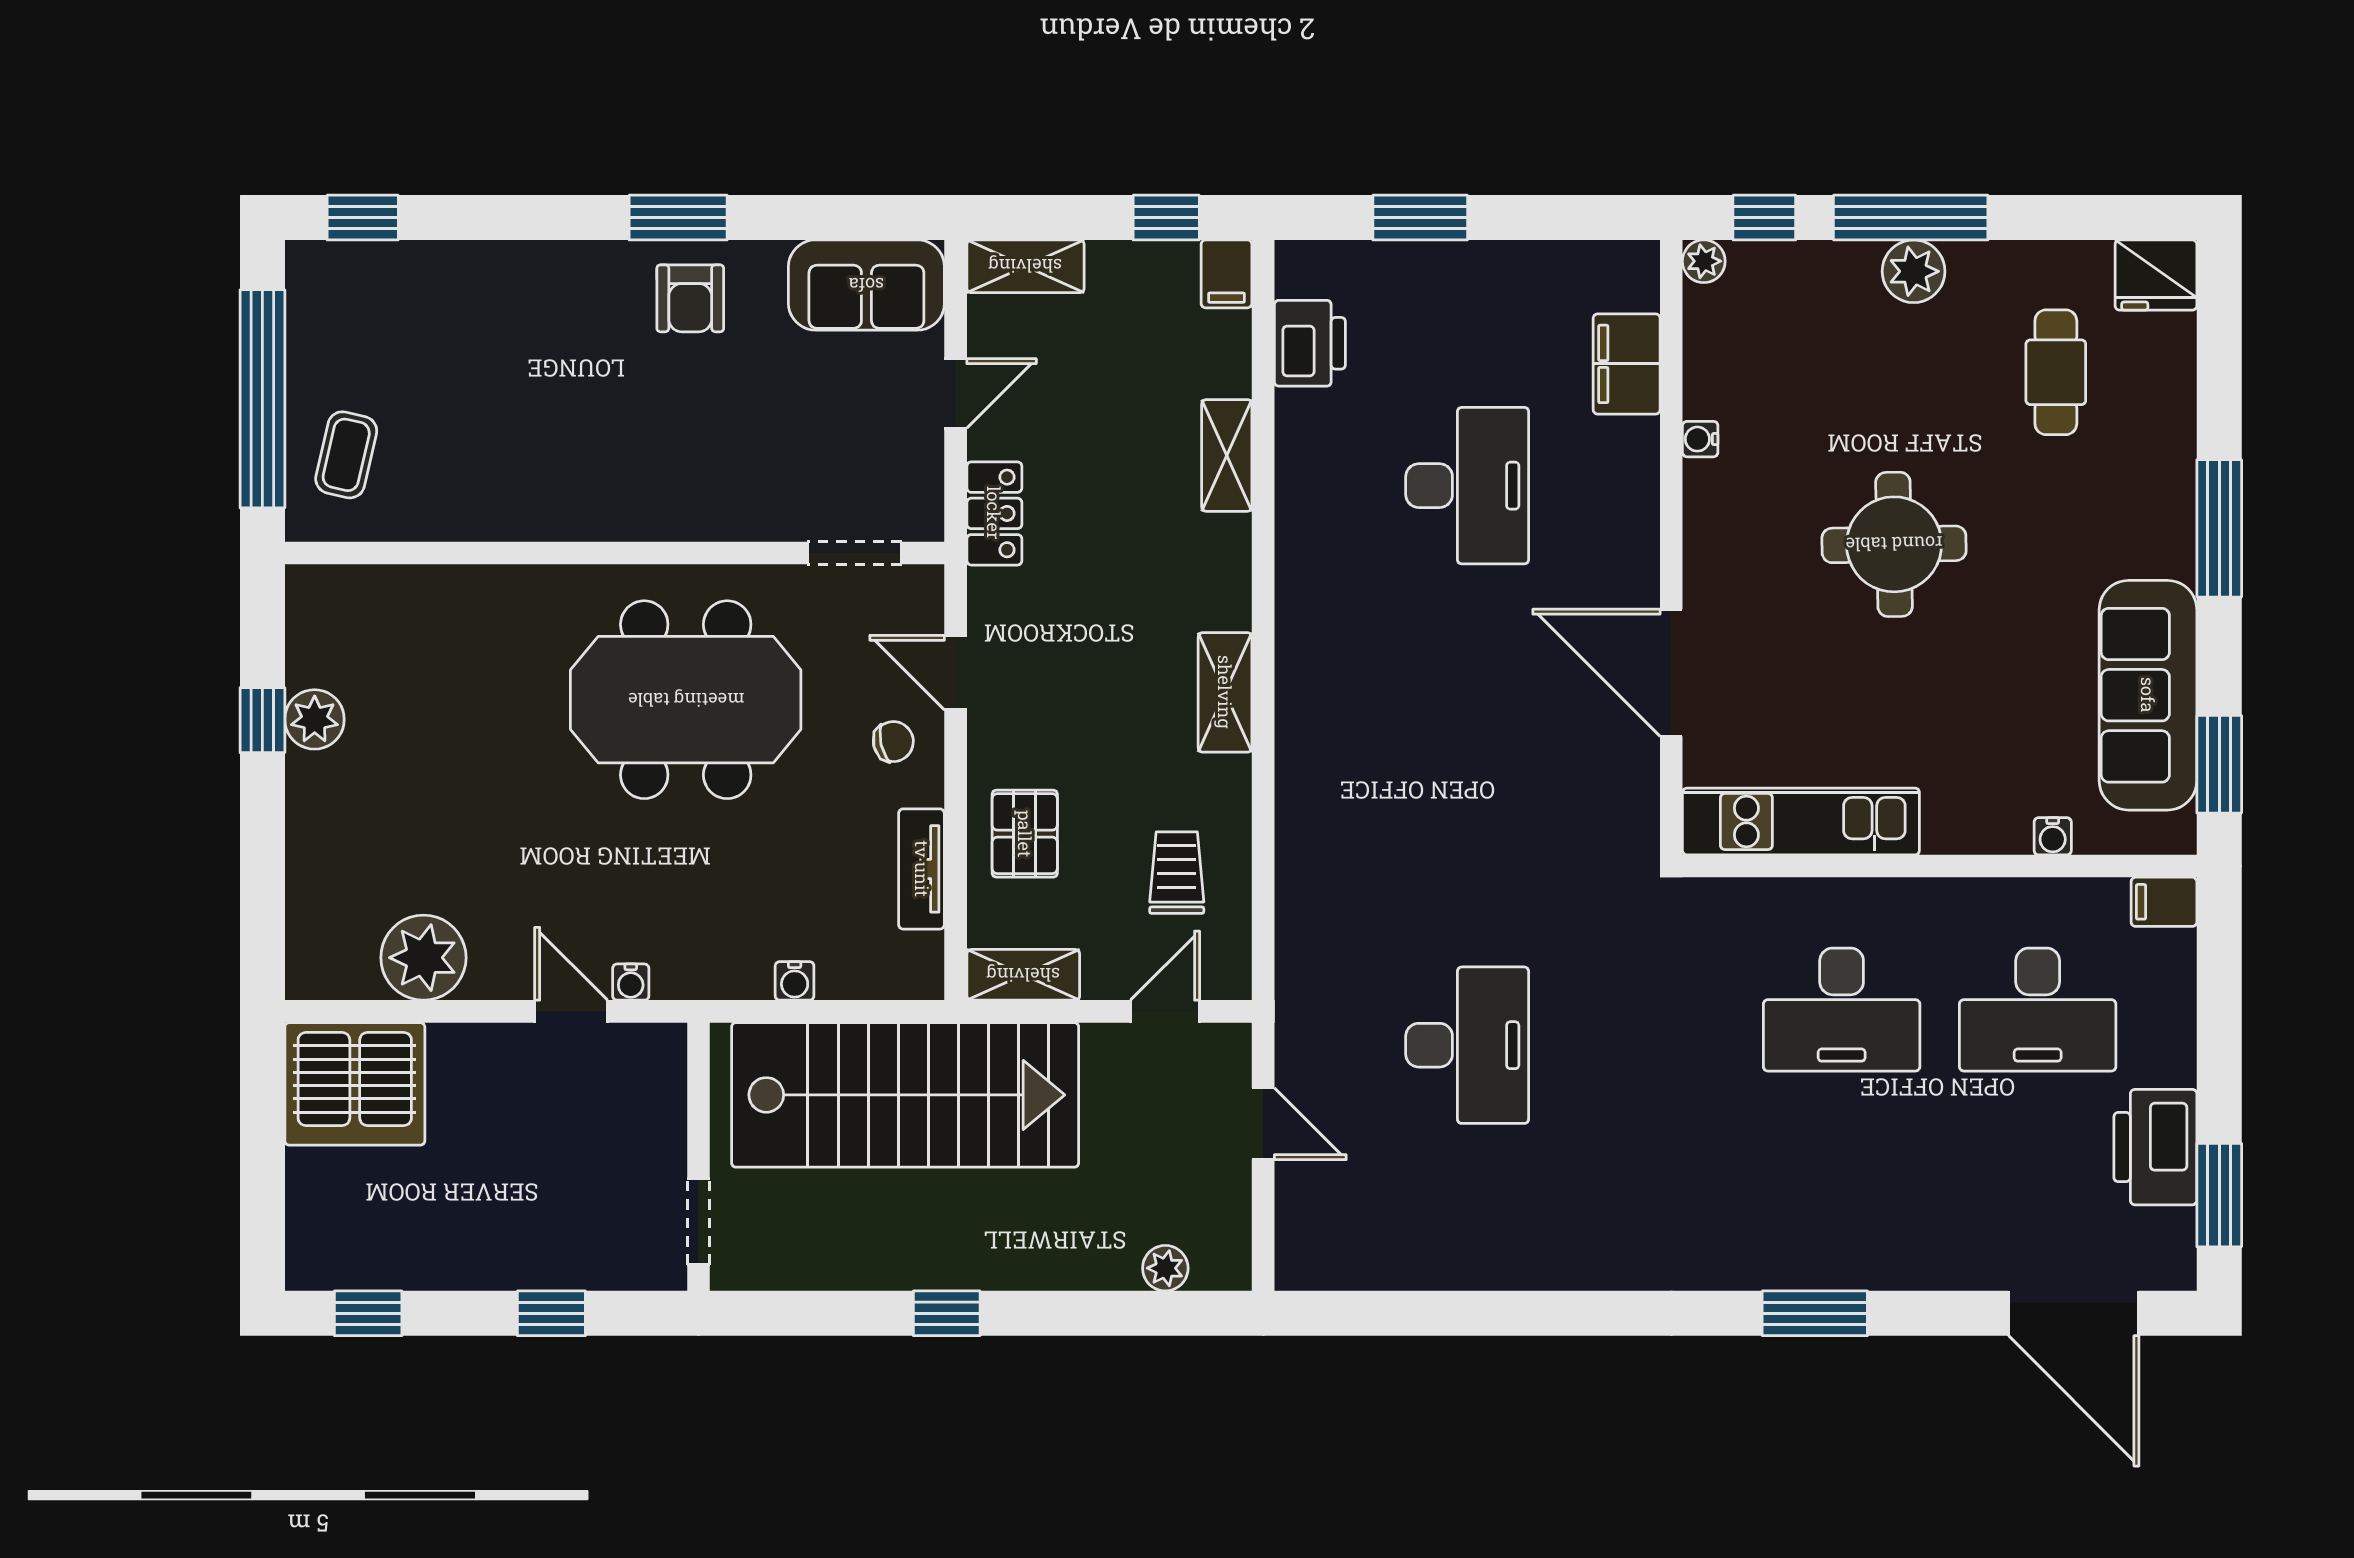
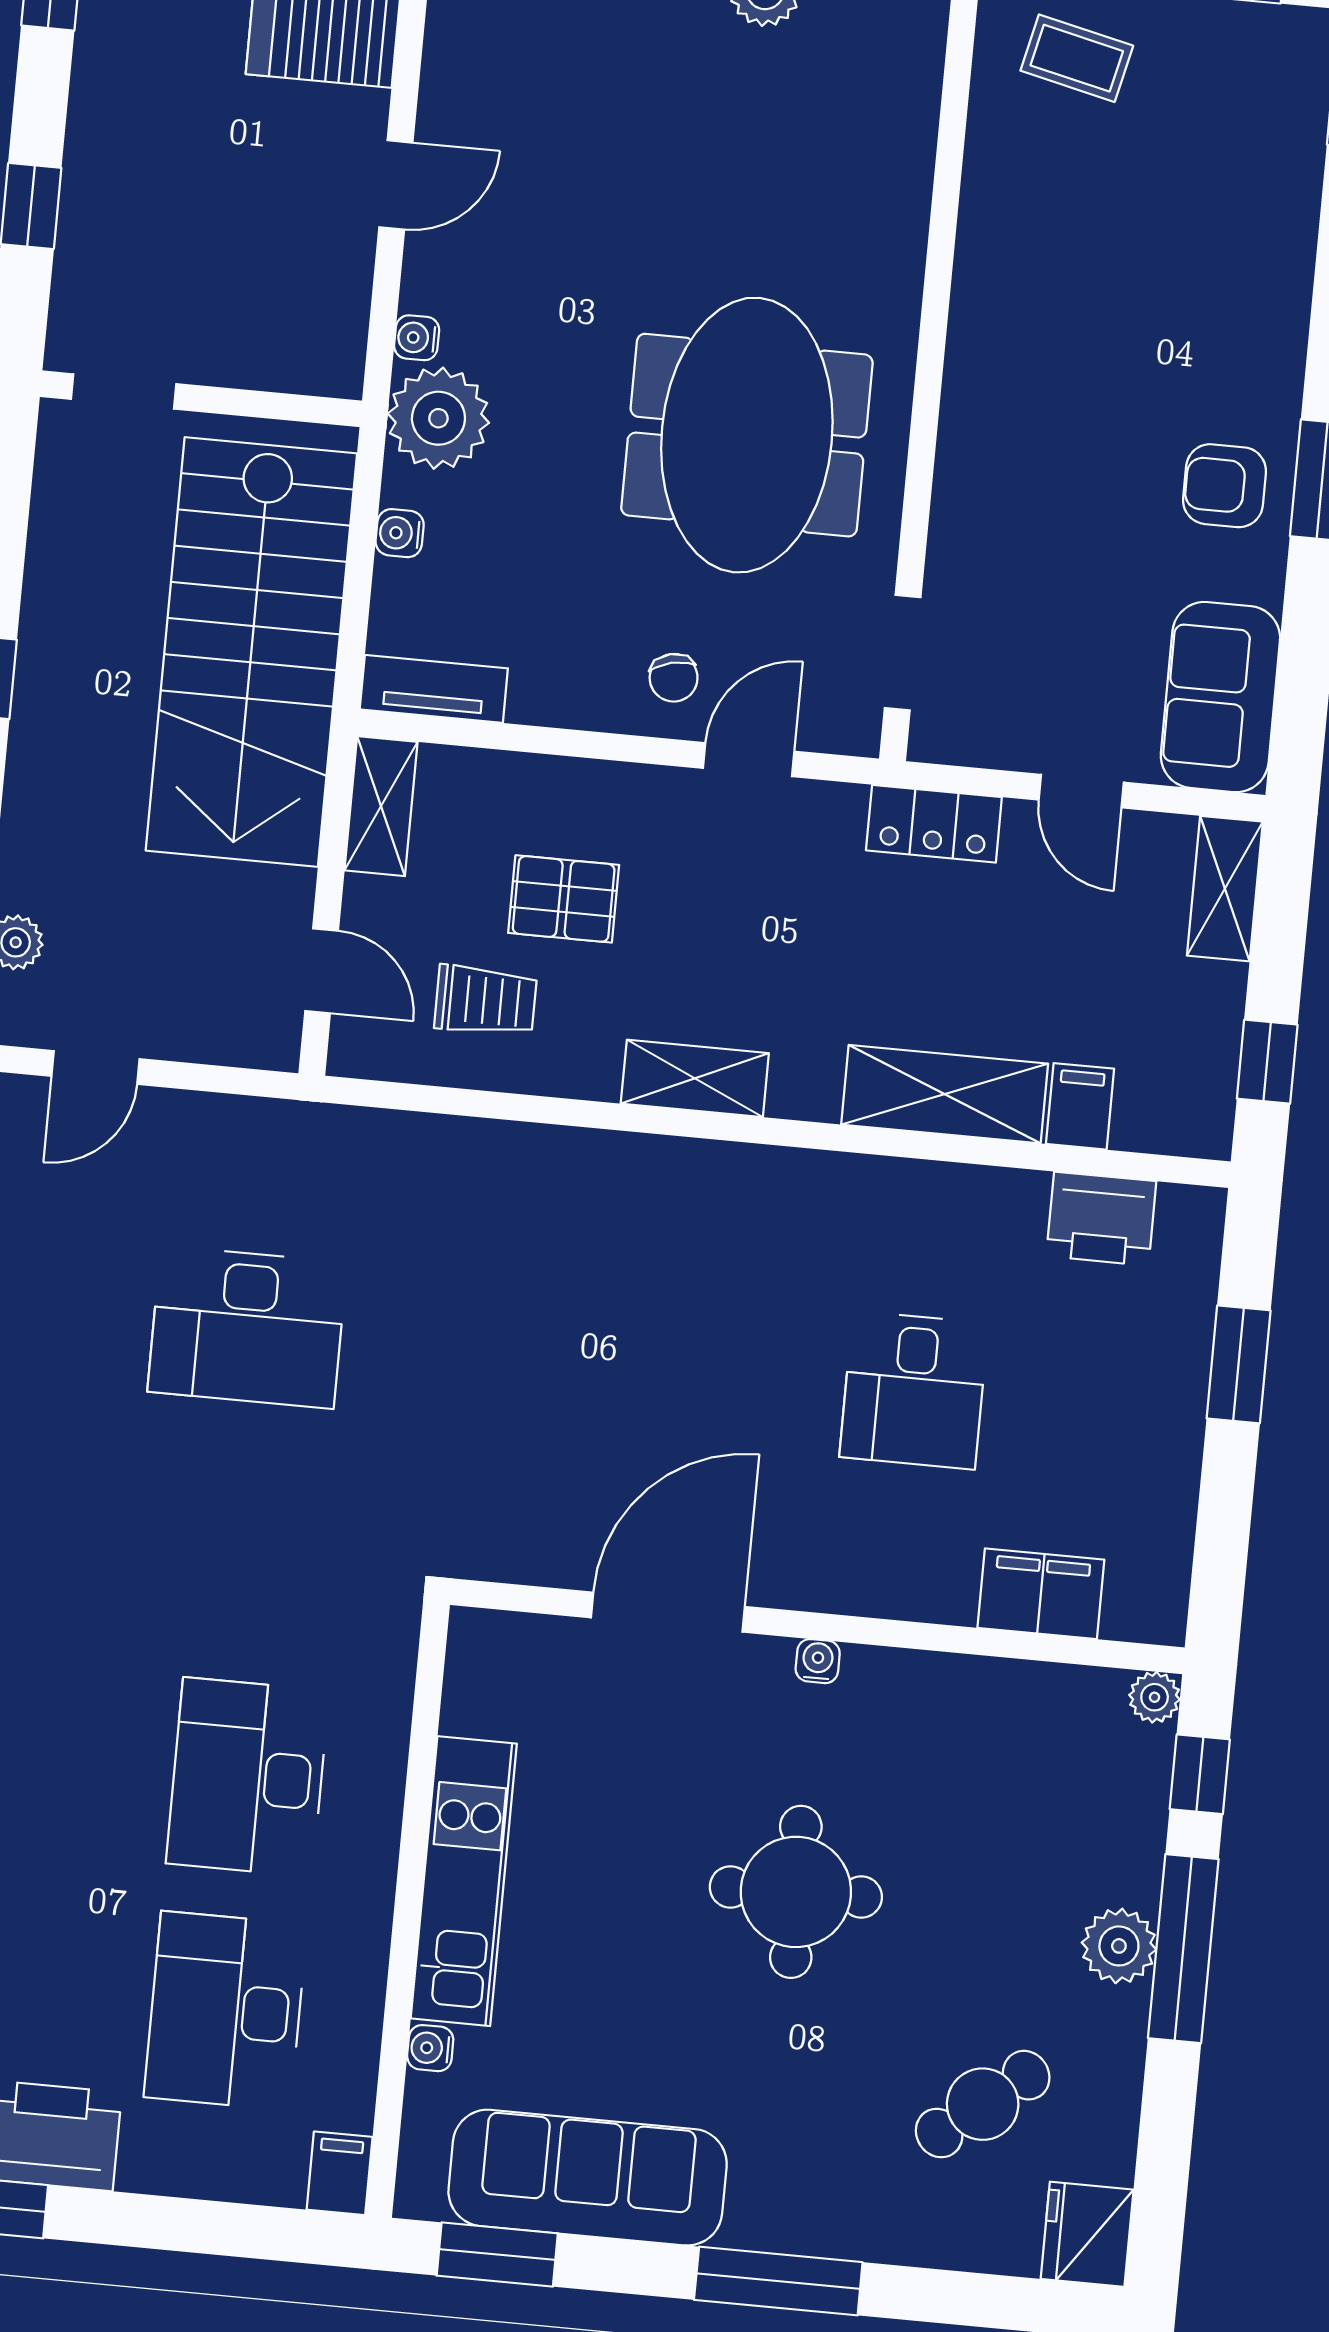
filing cabinet: (1226, 274) -> (1080, 1106), moved, turned 90
cafe table: (2056, 372) -> (983, 2104), turned -39
water cooler: (1700, 439) -> (818, 1661), moved
shelving: (1227, 455) -> (945, 1094), width x1.50, depth x1.33
desk: (1467, 486) -> (914, 1390), width x0.73
kitchen unit: (1801, 821) -> (464, 1881), moved
pallet: (1025, 834) -> (564, 899), moved
tv unit: (922, 869) -> (434, 689), moved
plant: (423, 958) -> (438, 418), moved
door: (571, 1011) -> (396, 185), moved
door: (1263, 1124) -> (96, 1068), moved

